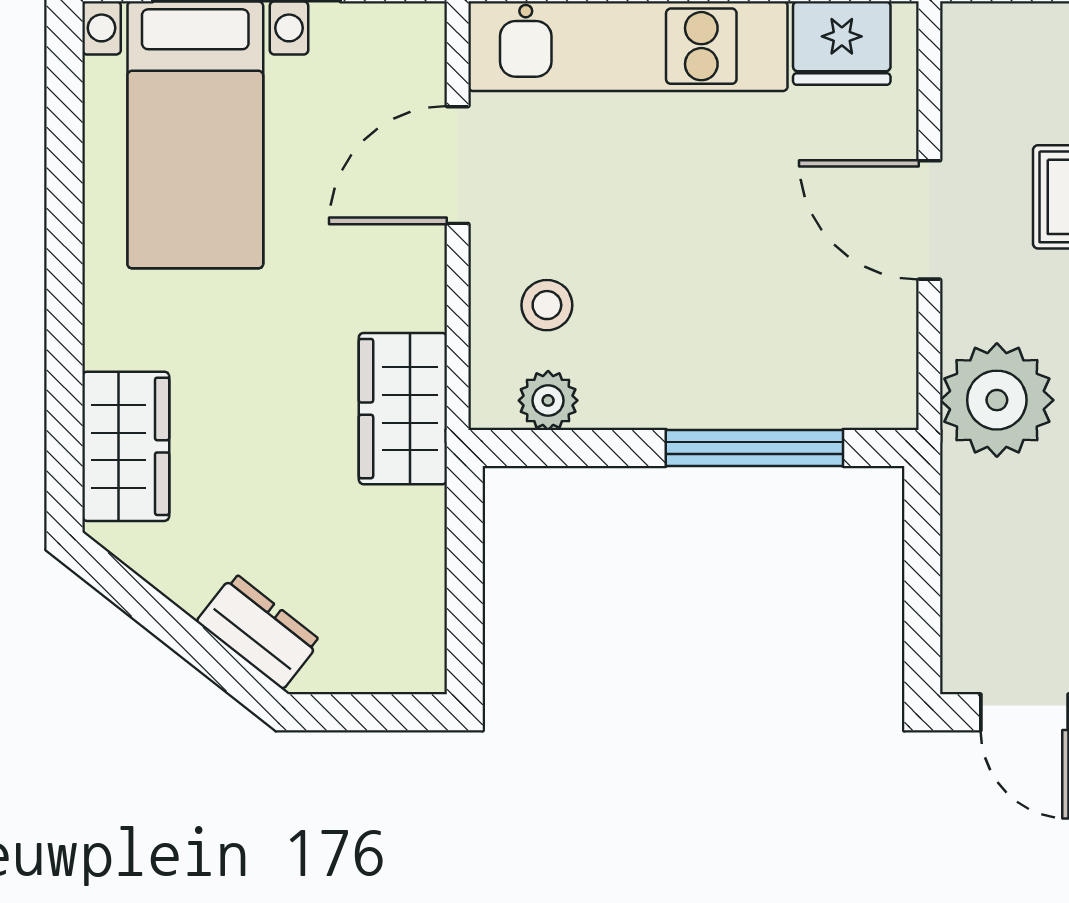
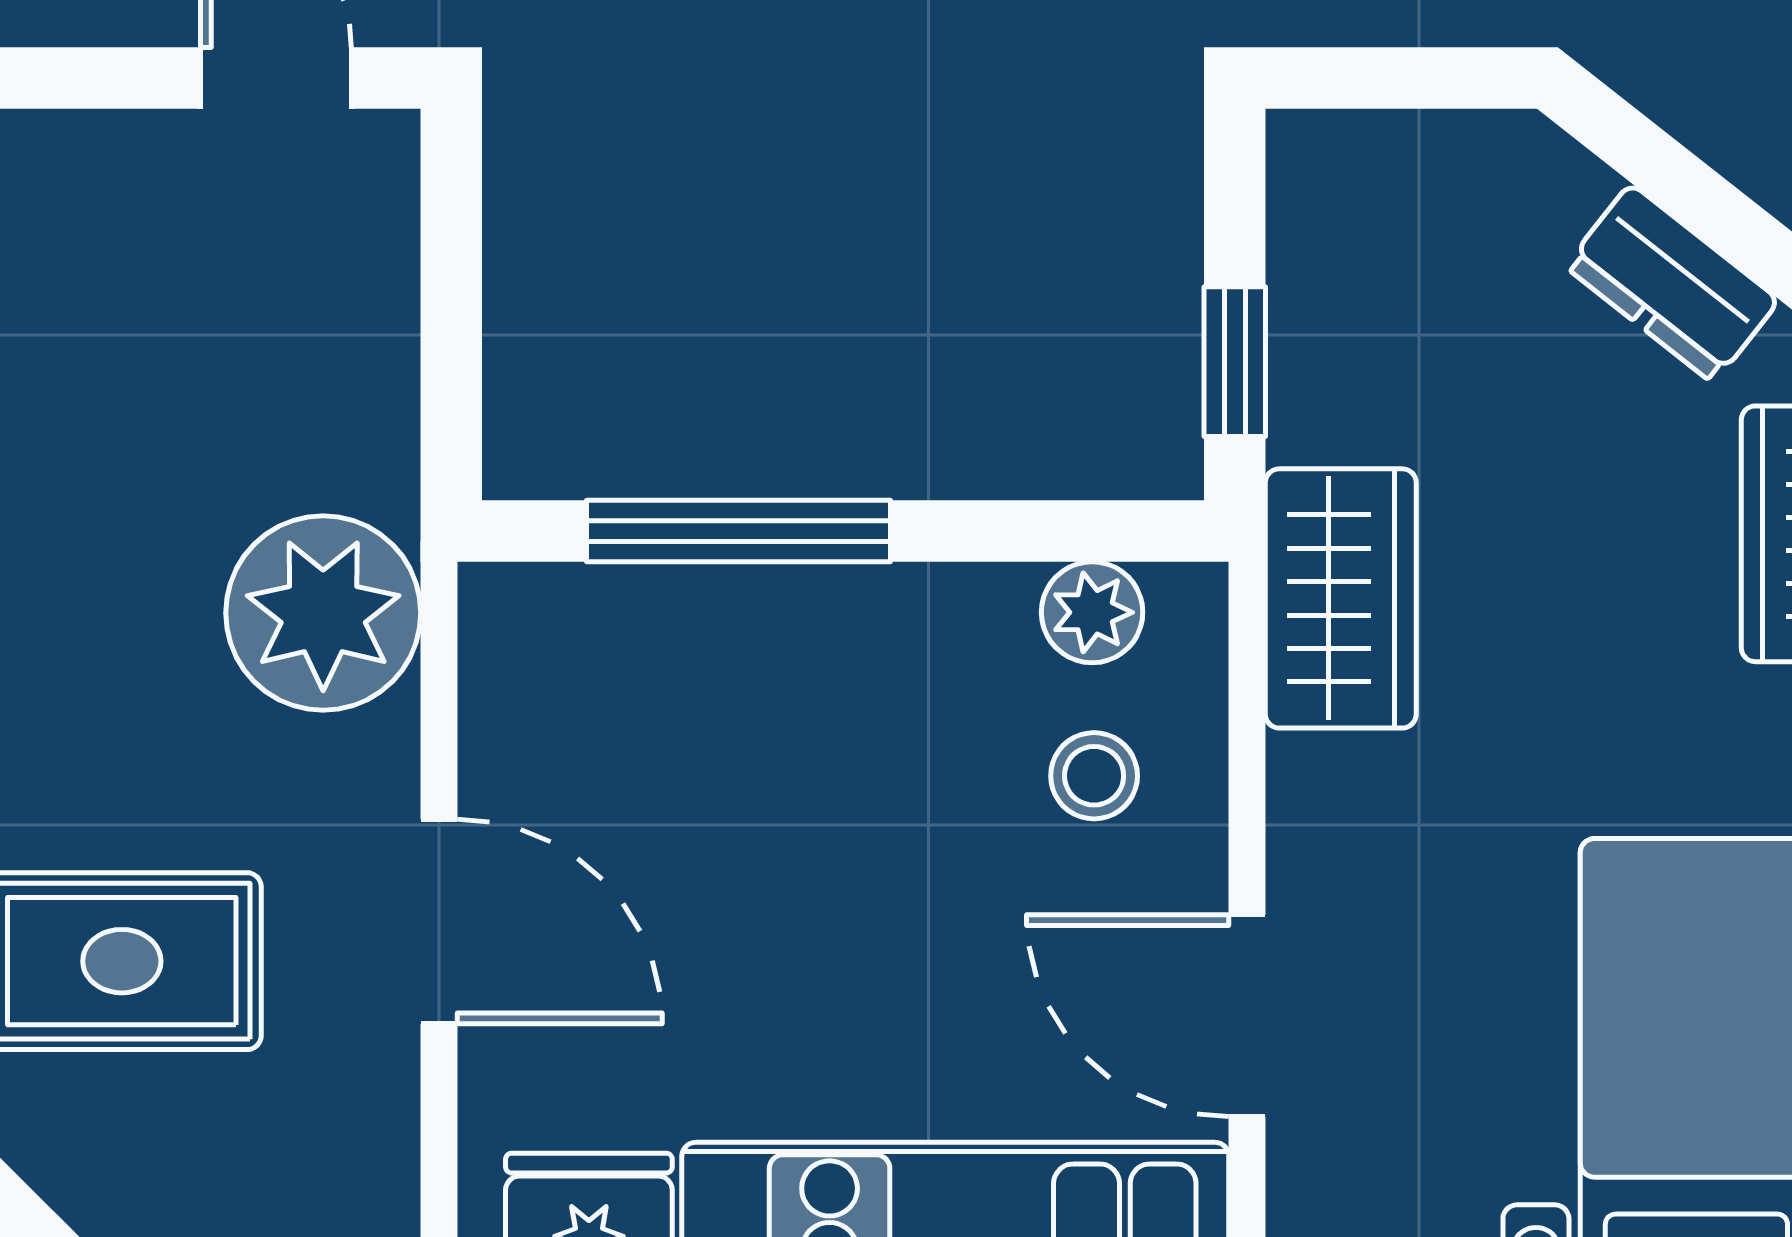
door: (458, 165) -> (1247, 1016), swing flipped
window: (465, 547) -> (1235, 362), added
dresser: (259, 631) -> (1672, 283), moved

